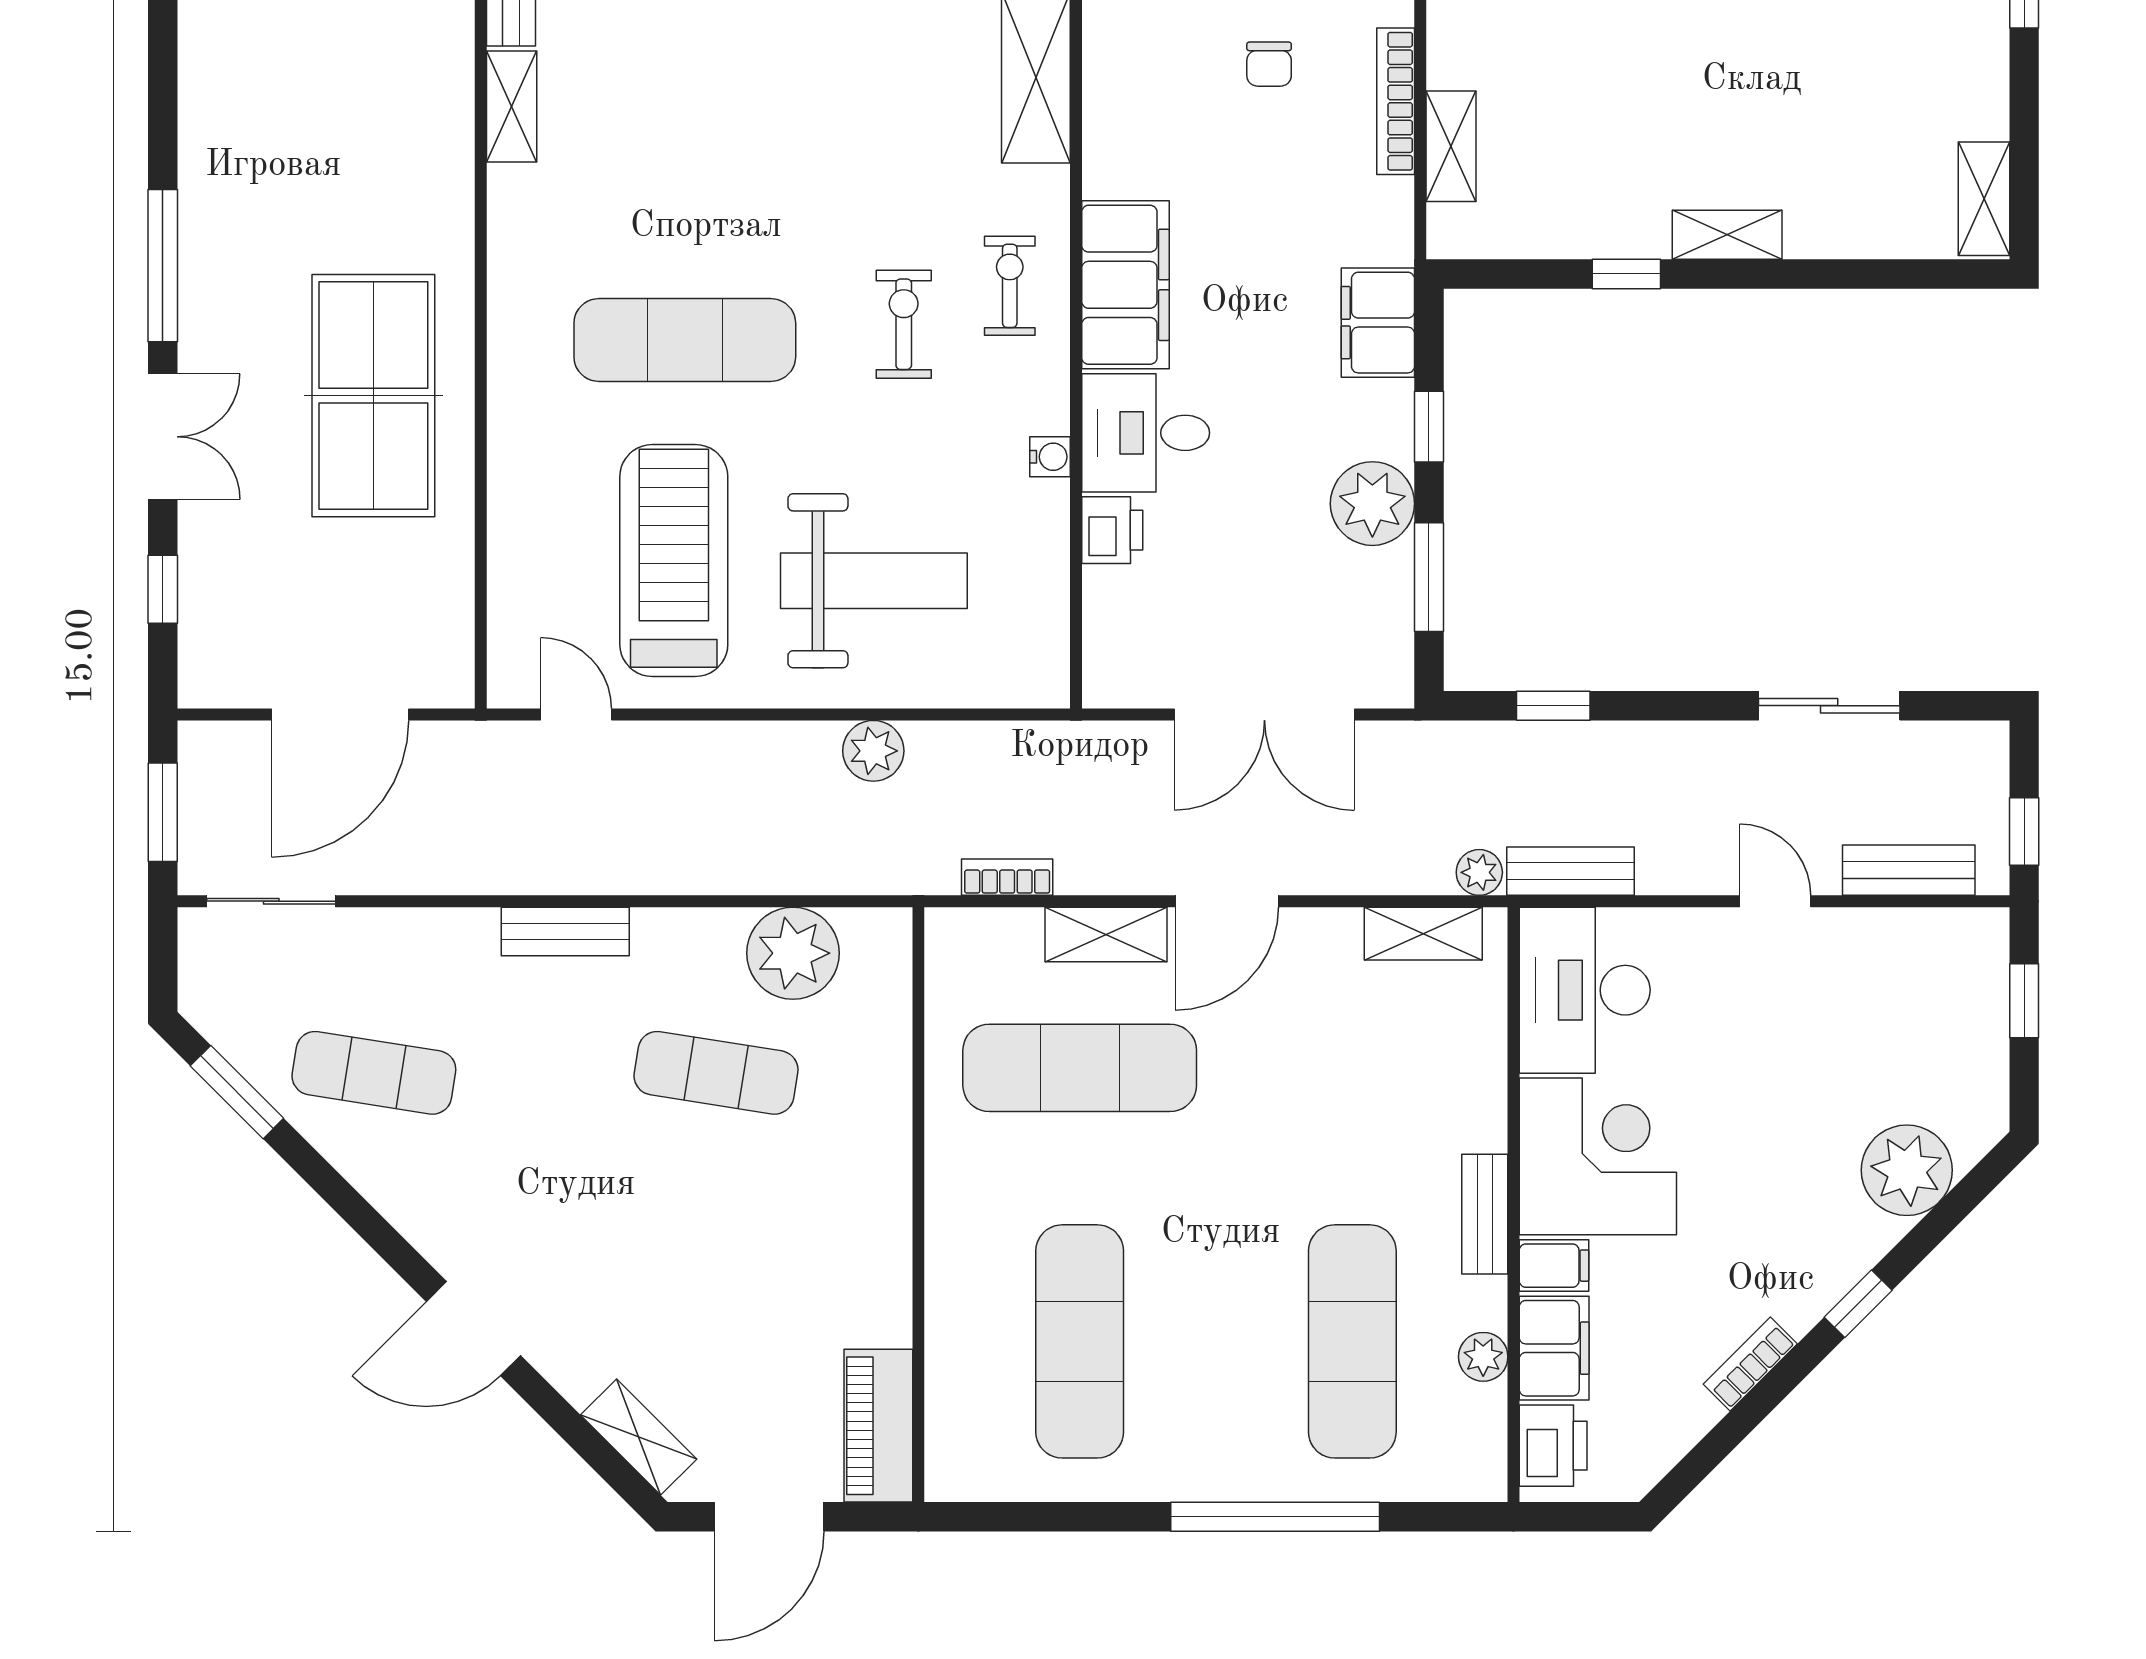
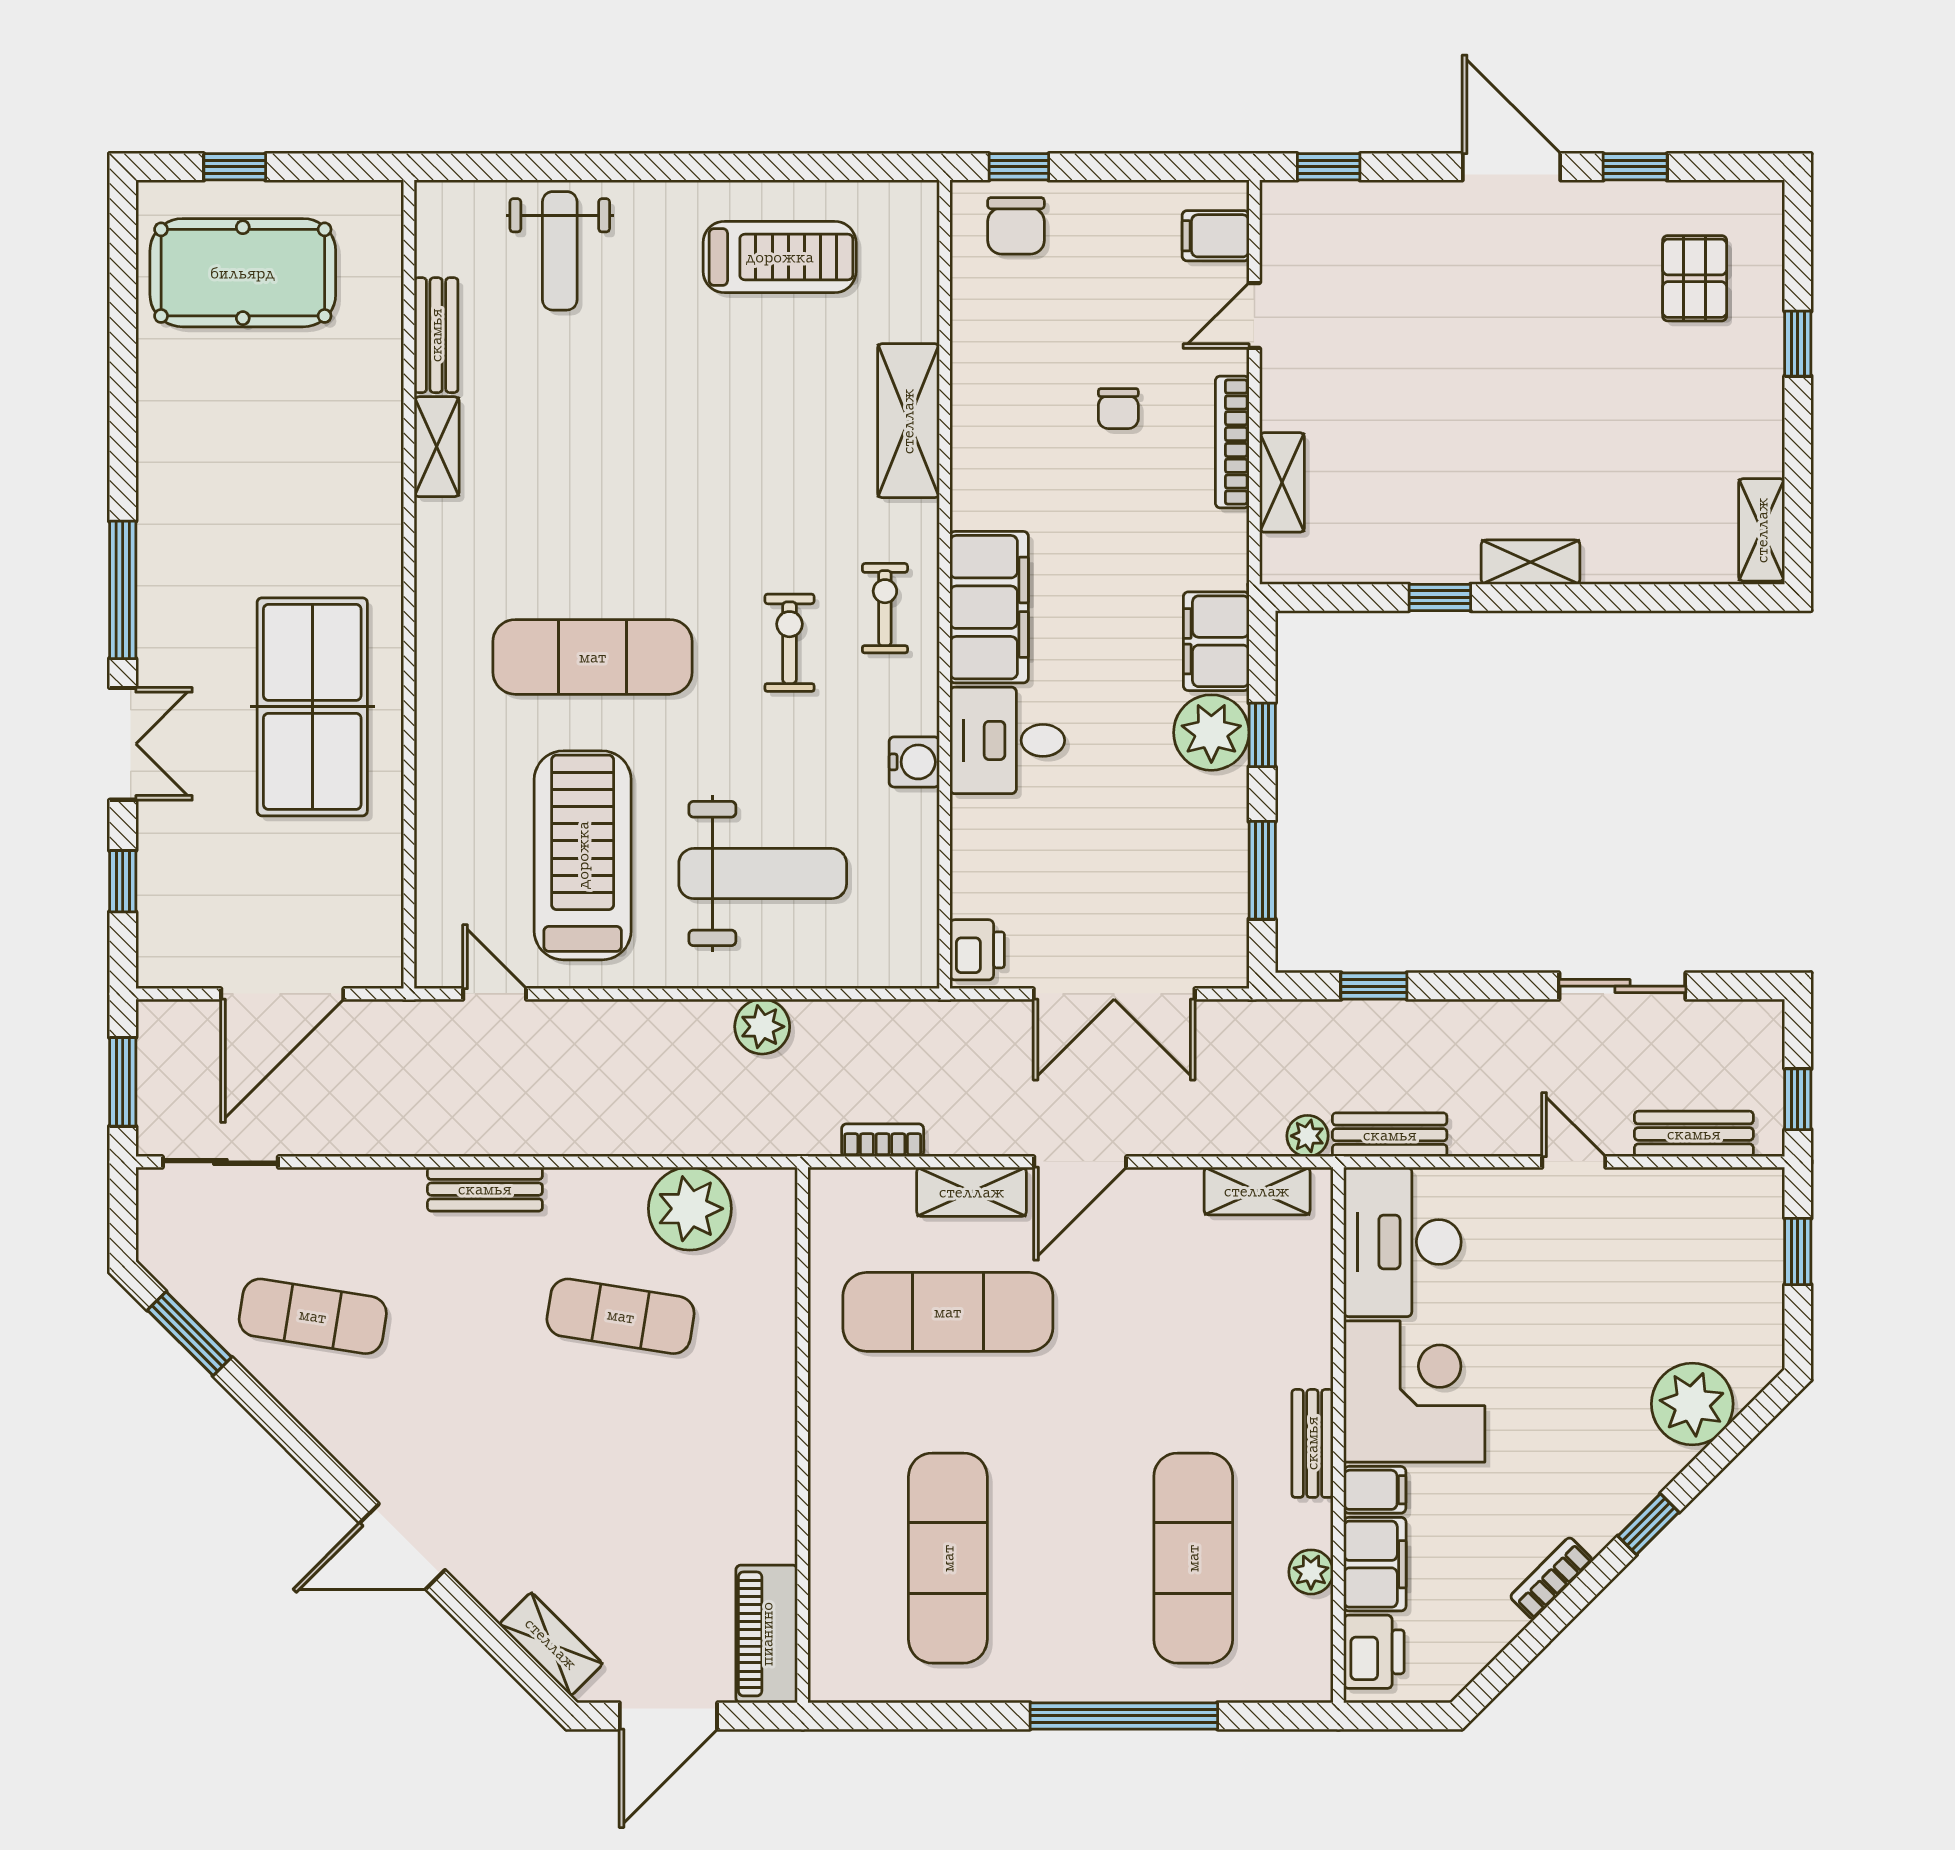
water cooler: (1050, 457) -> (914, 762), width x1.38, depth x1.38
plant: (1372, 504) -> (1211, 733), moved
printer: (1112, 530) -> (977, 950), moved

